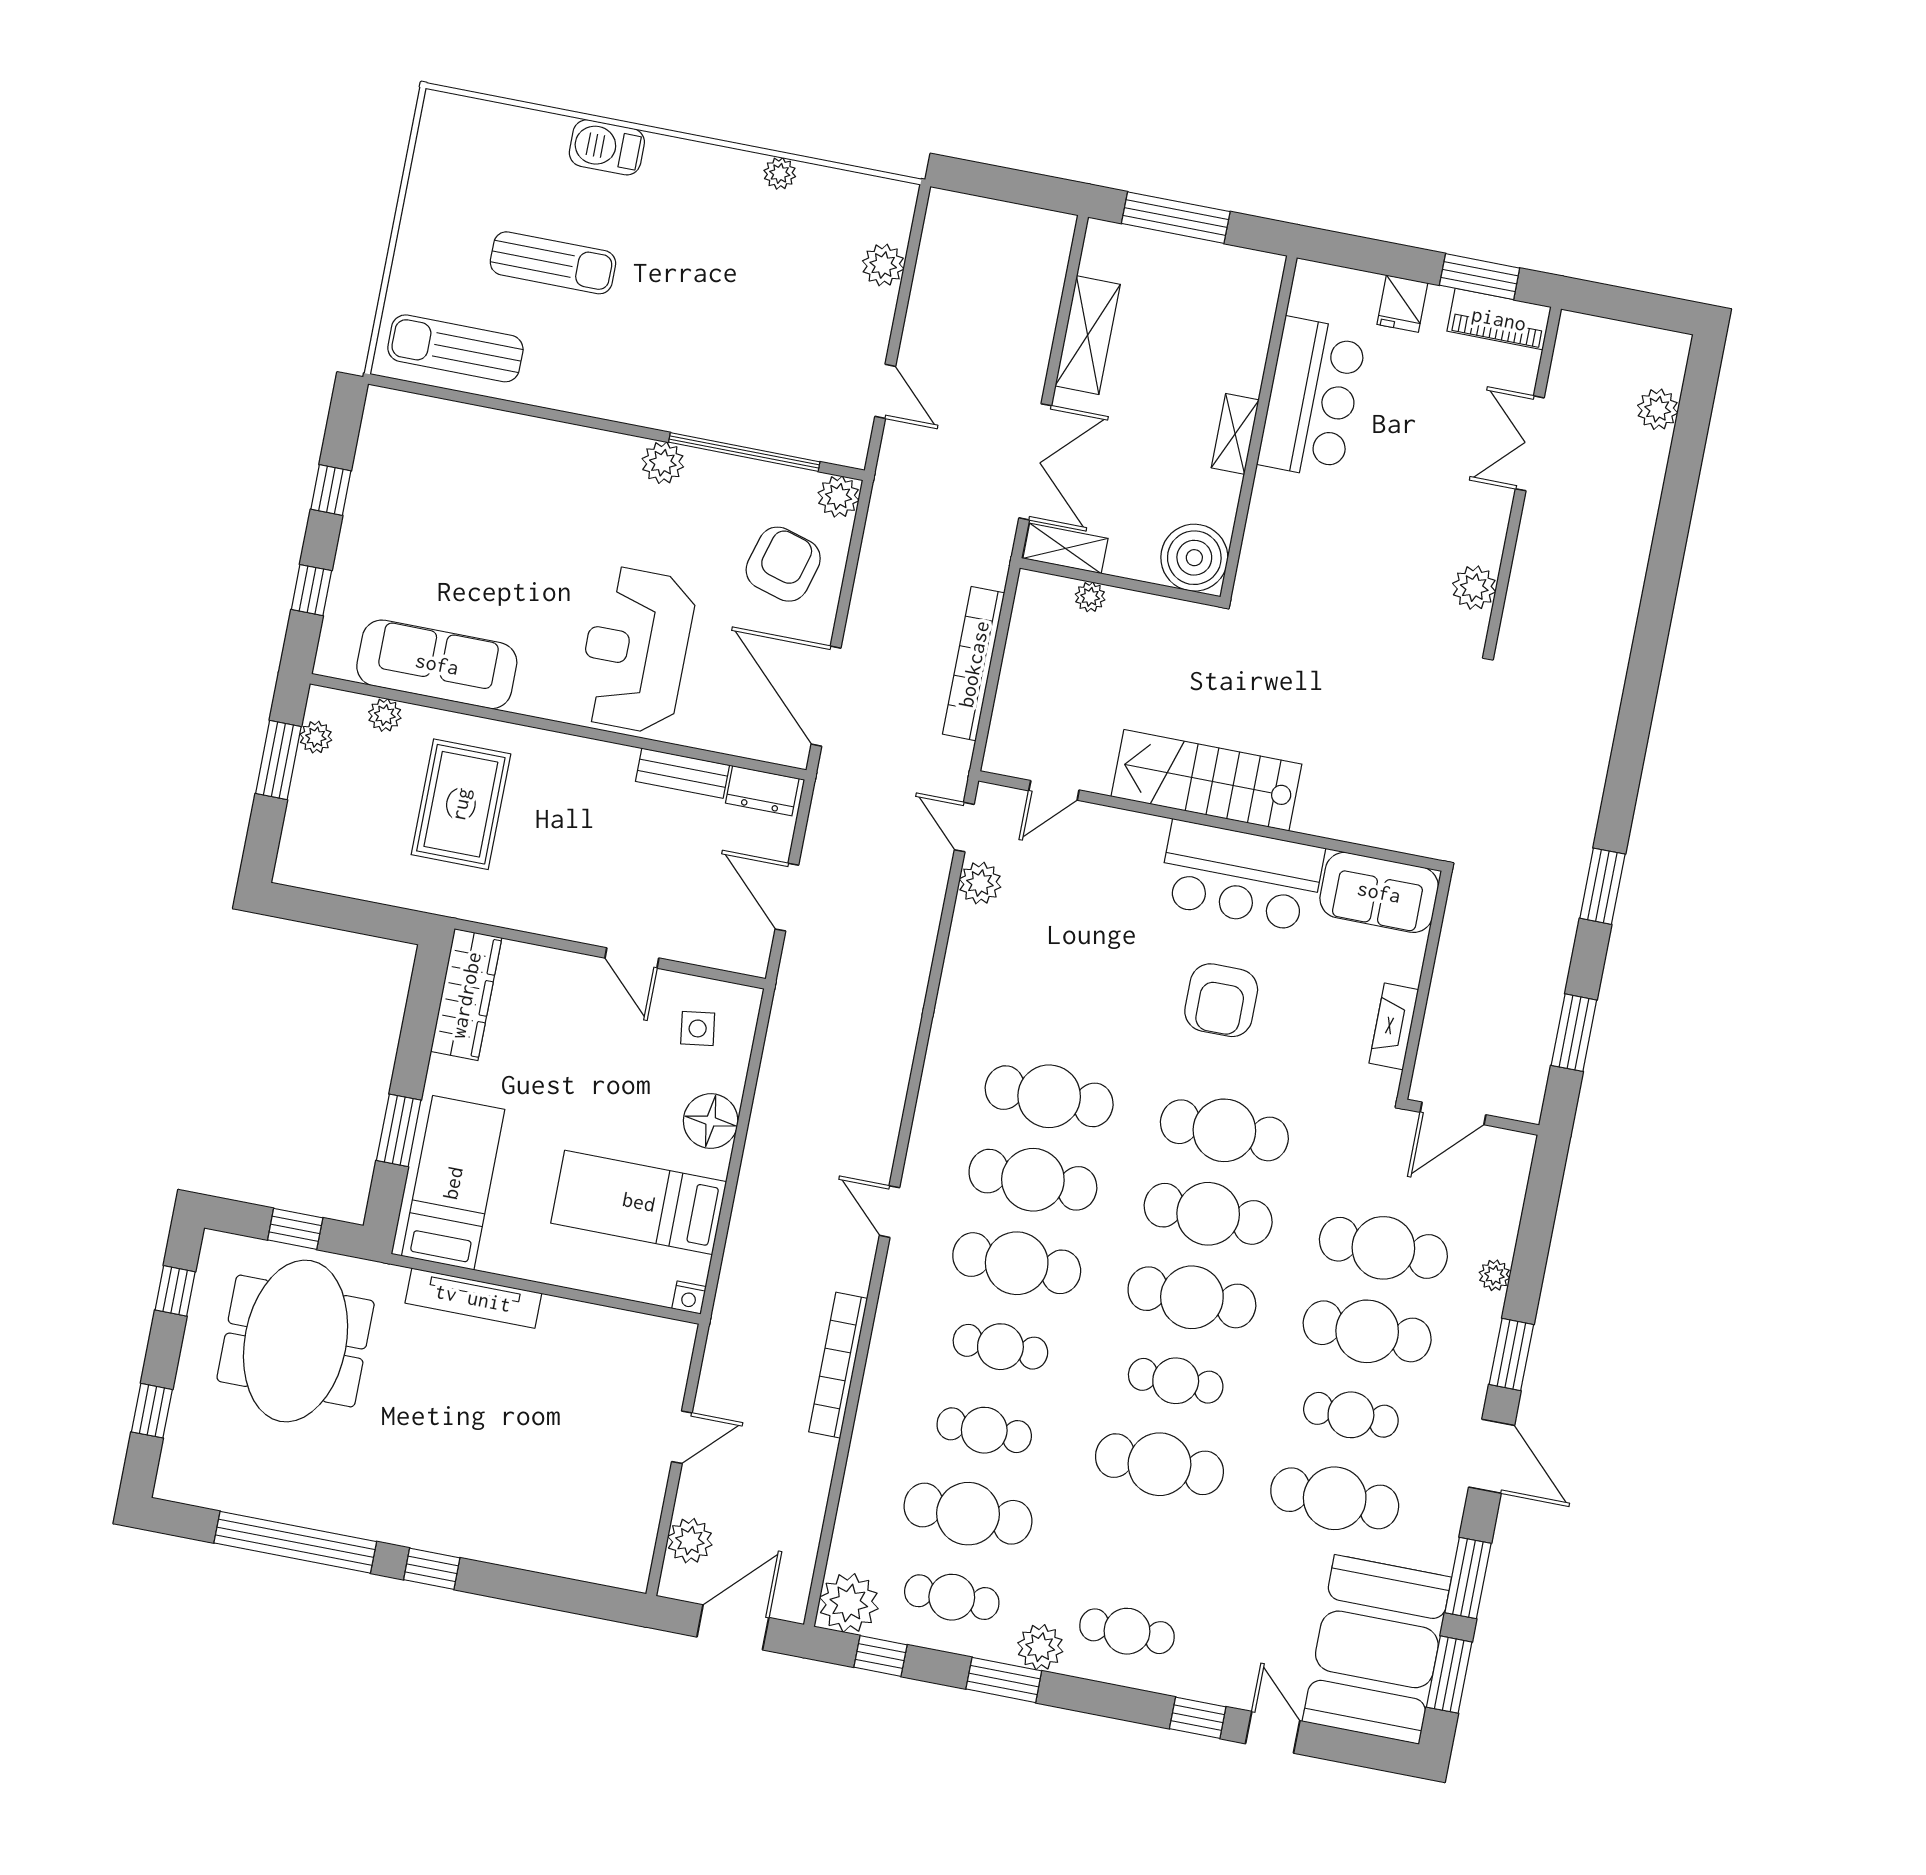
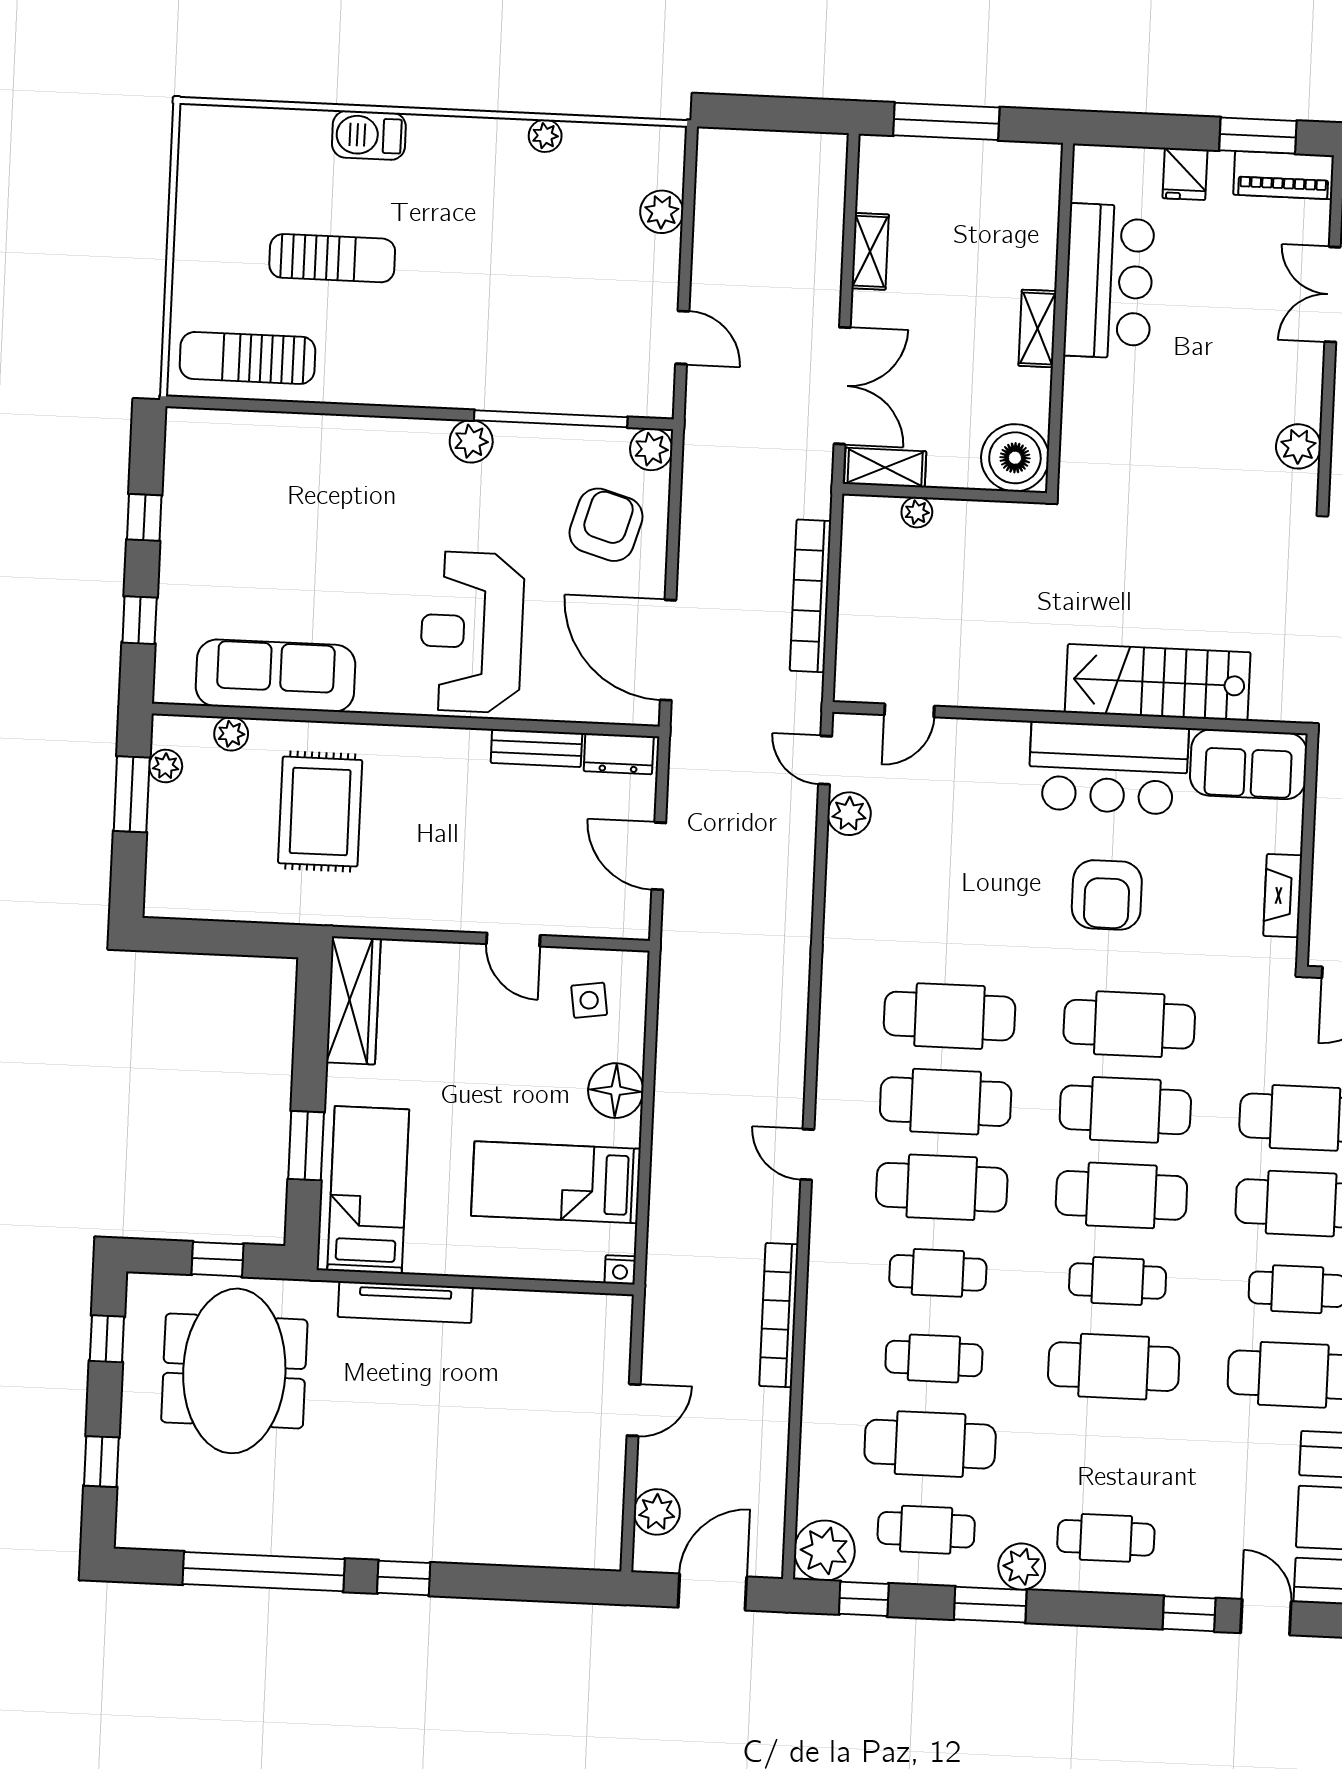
shelving: (1088, 335) -> (870, 251), width x0.67, depth x0.75
stairs: (1206, 780) -> (1158, 682), moved

